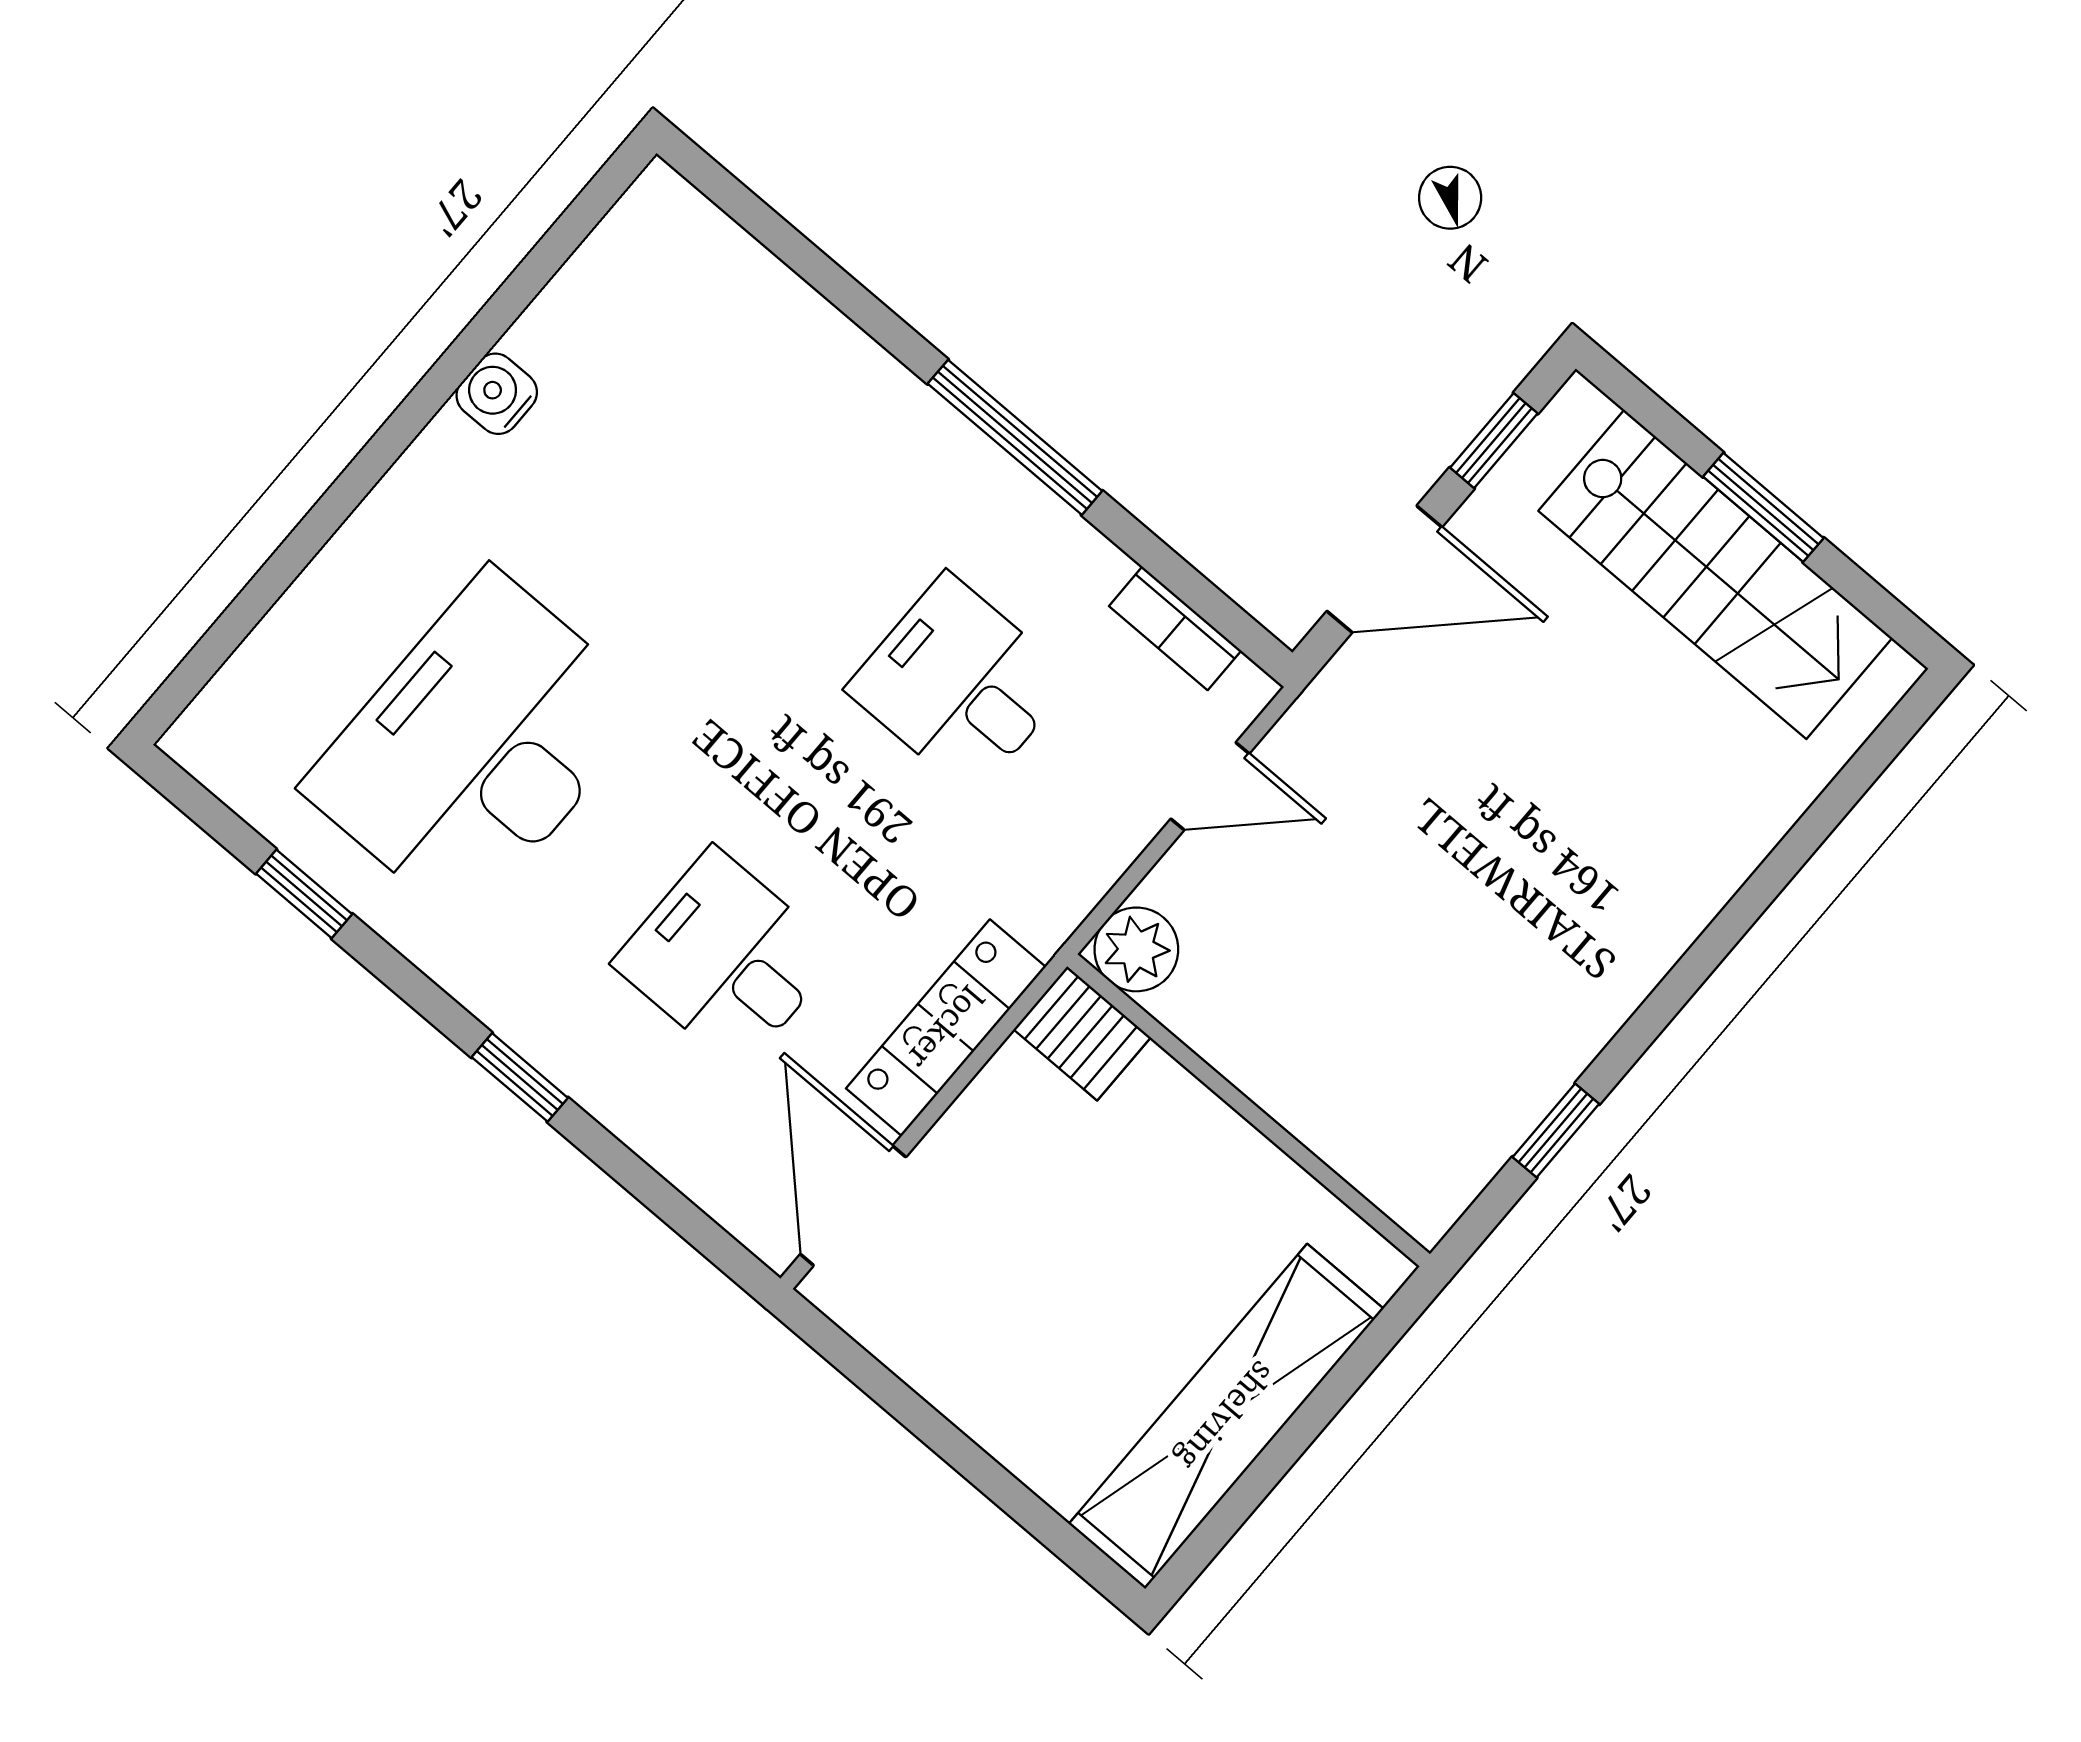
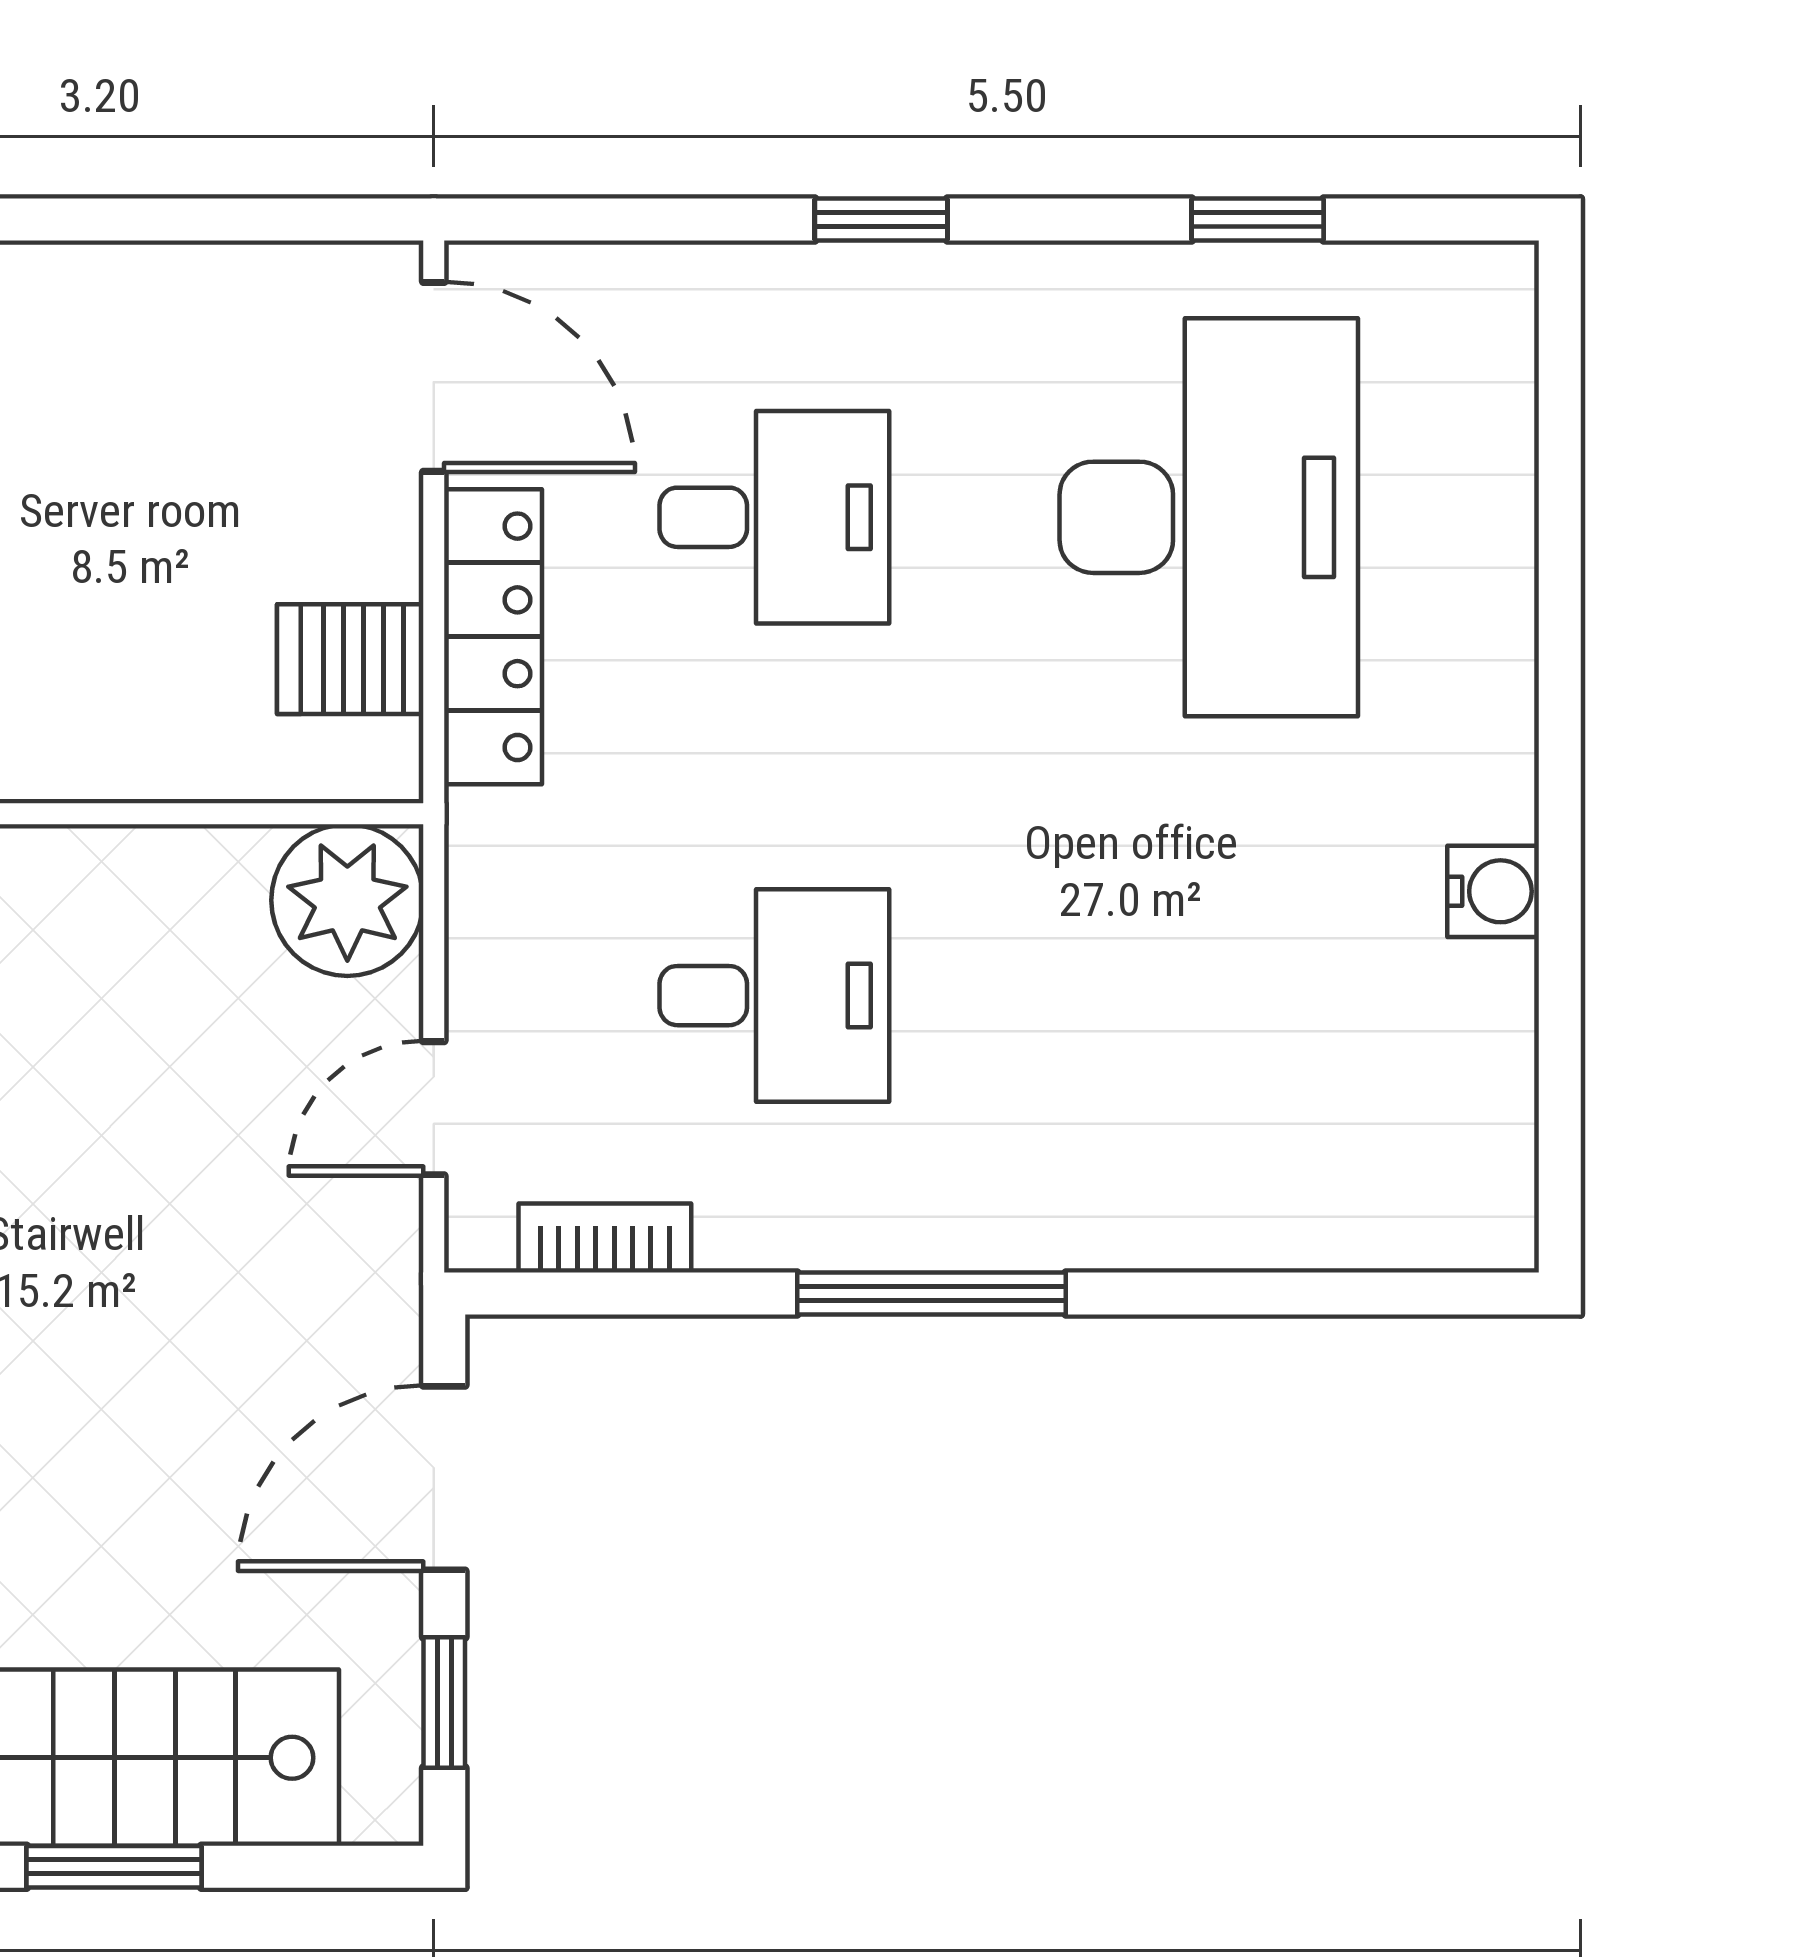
plant: (1136, 949) -> (347, 900), width x1.36, depth x1.36
server rack: (1082, 1033) -> (350, 659), moved

